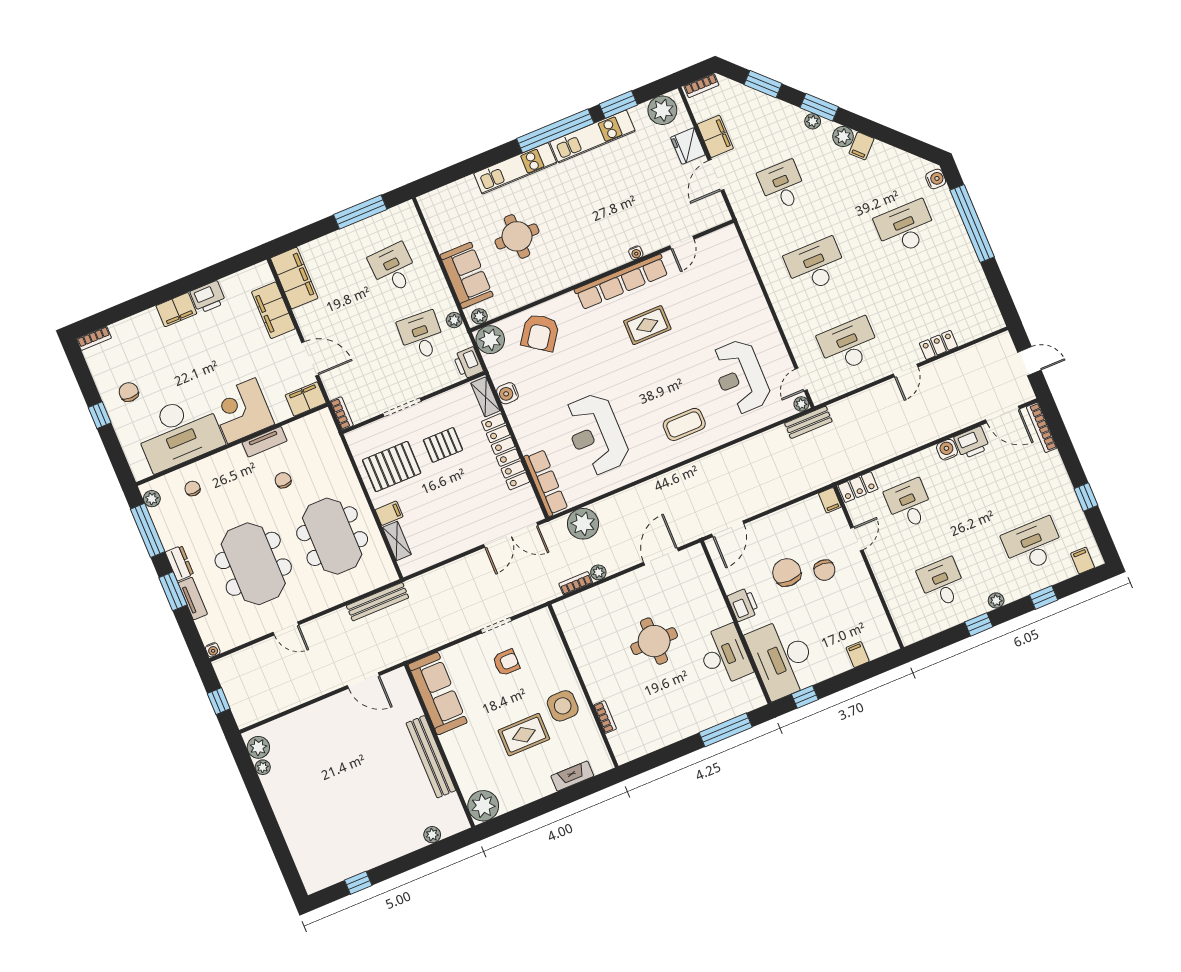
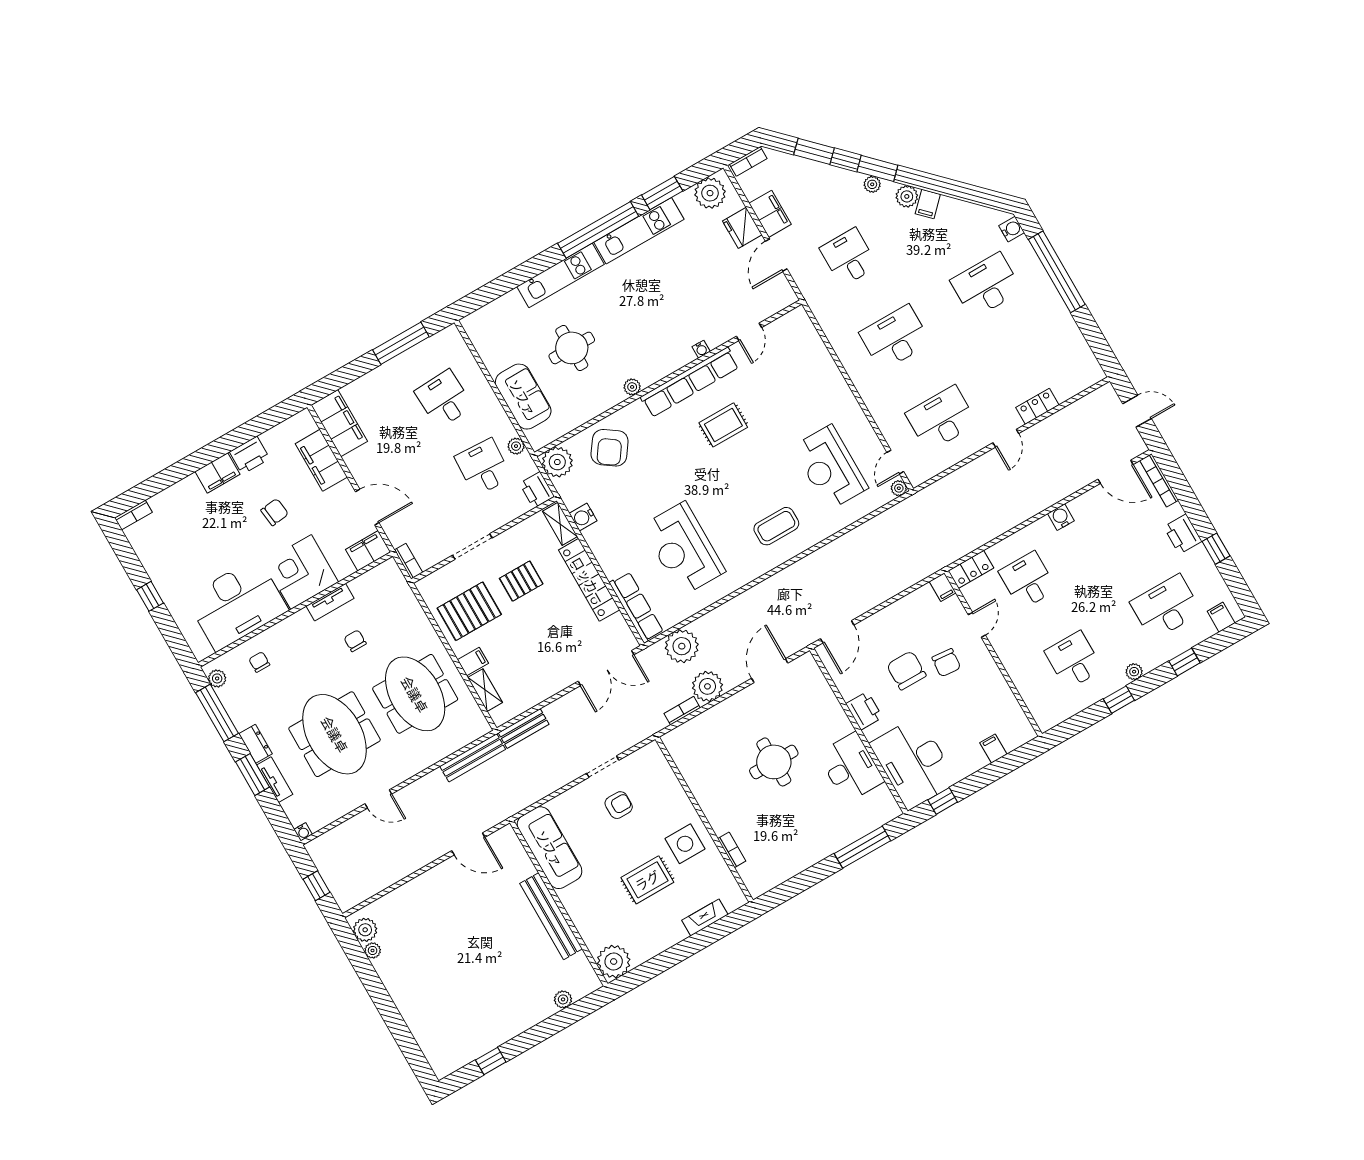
plant: (479, 316) -> (632, 387), moved
chair: (129, 392) -> (275, 512), moved, turned 83
bench: (808, 422) -> (524, 728), moved
printer: (972, 443) -> (1183, 534), moved, turned 90
plant: (598, 572) -> (707, 686), width x1.87, depth x1.87

